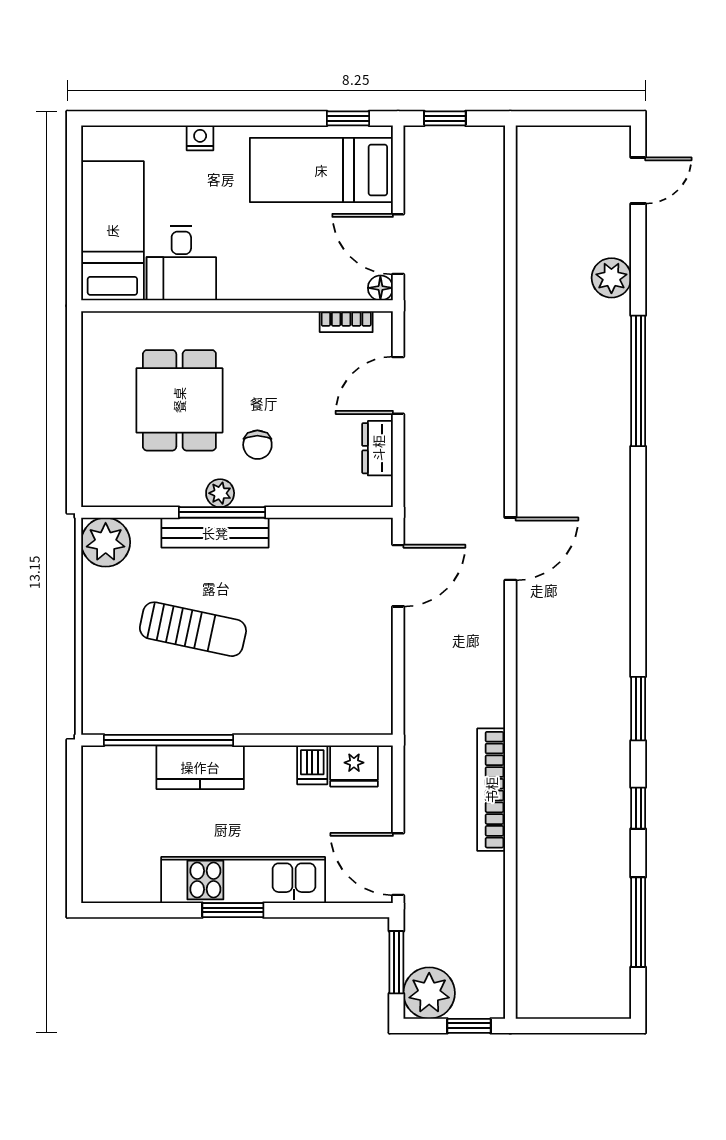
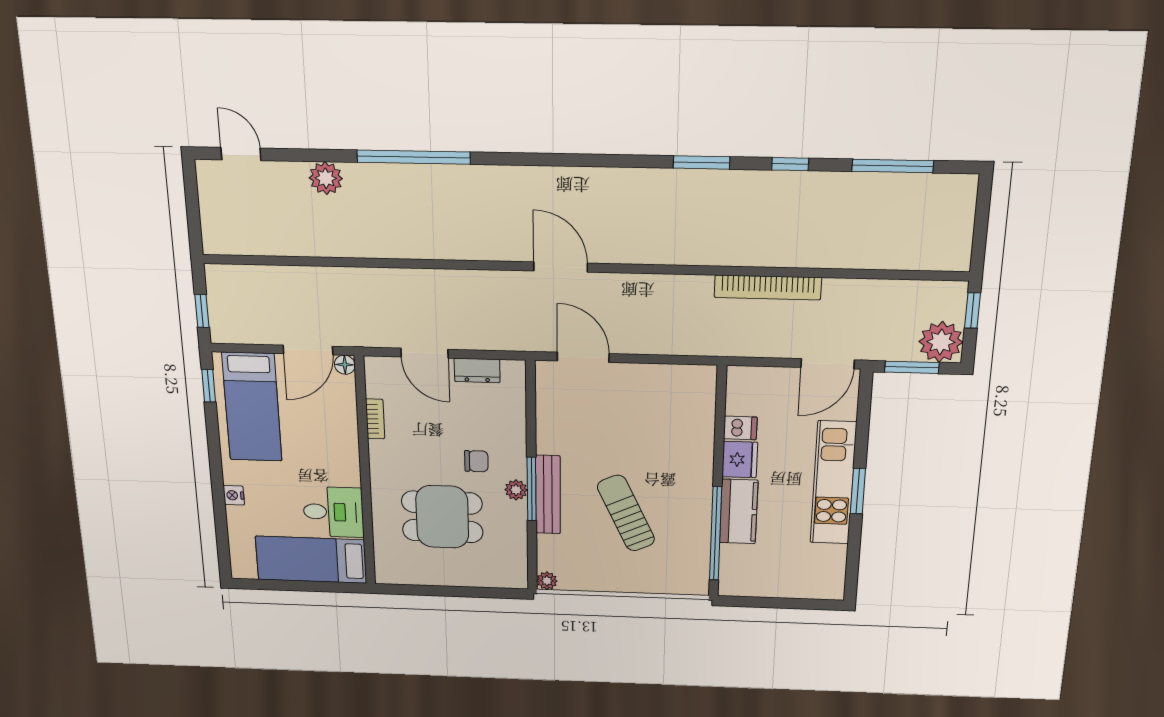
bookcase: (346, 322) -> (375, 419), moved
plant: (106, 542) -> (547, 581), width x0.53, depth x0.53
sun lounger: (193, 629) -> (626, 513), turned -37
fridge: (354, 766) -> (740, 459), moved

